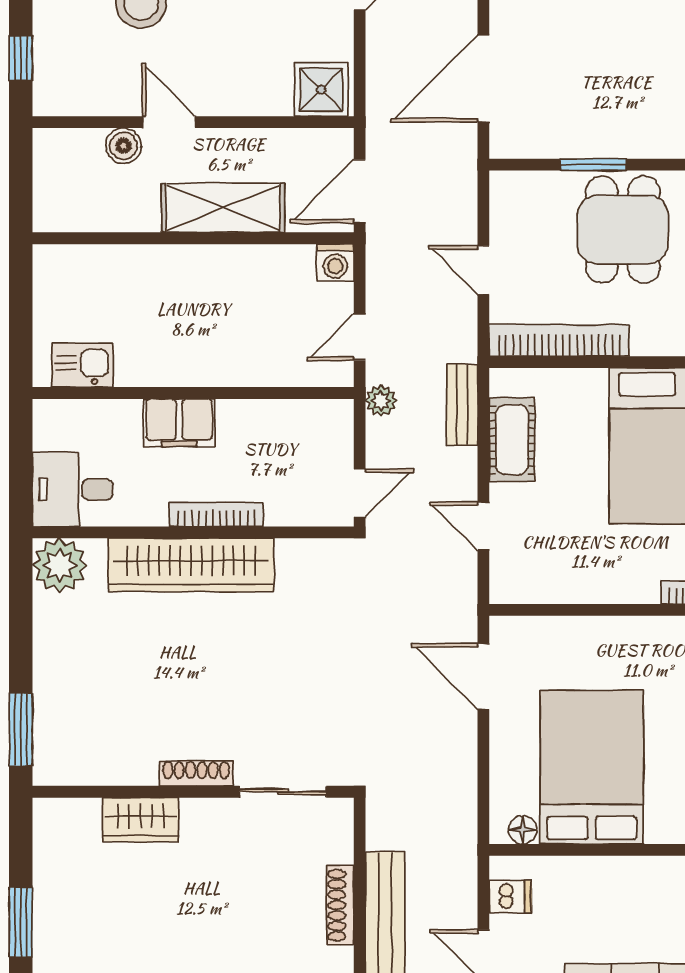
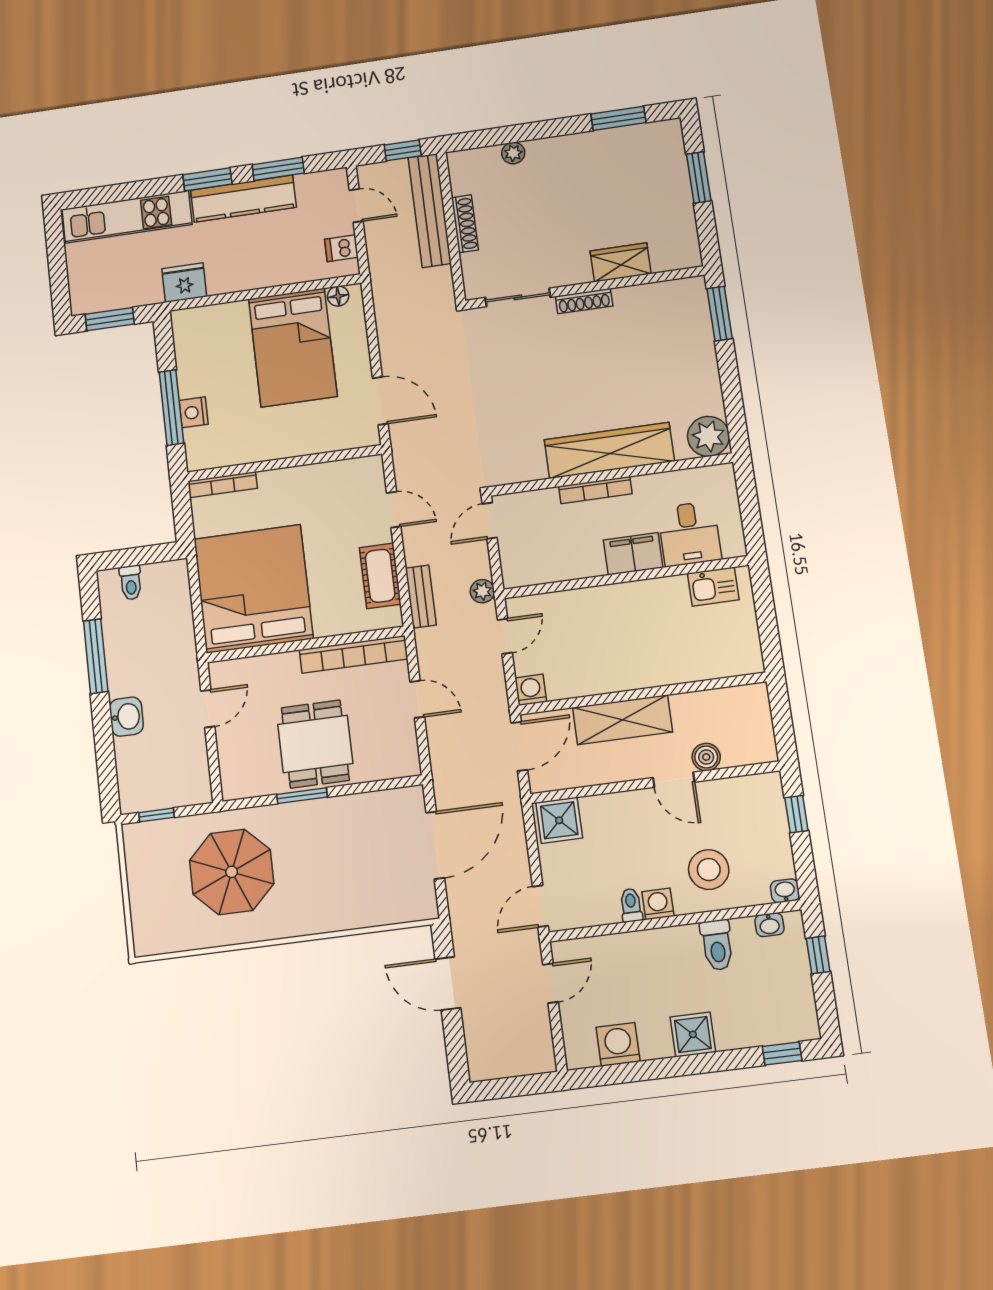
window: (593, 165) -> (302, 796), moved
desk: (73, 489) -> (689, 534), moved, turned 90

